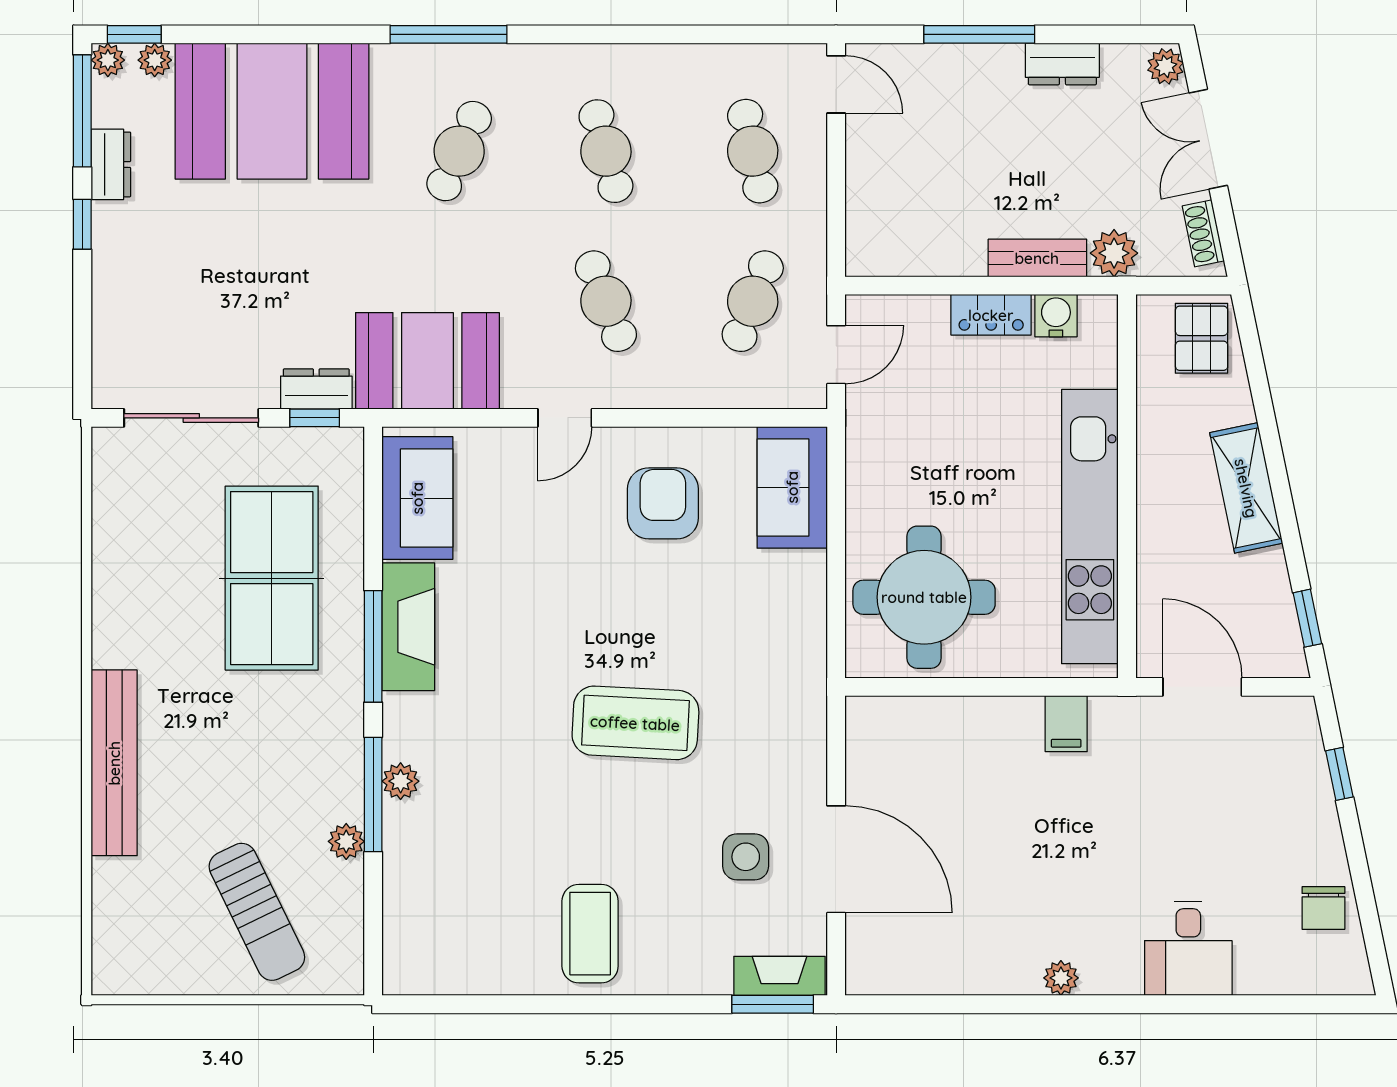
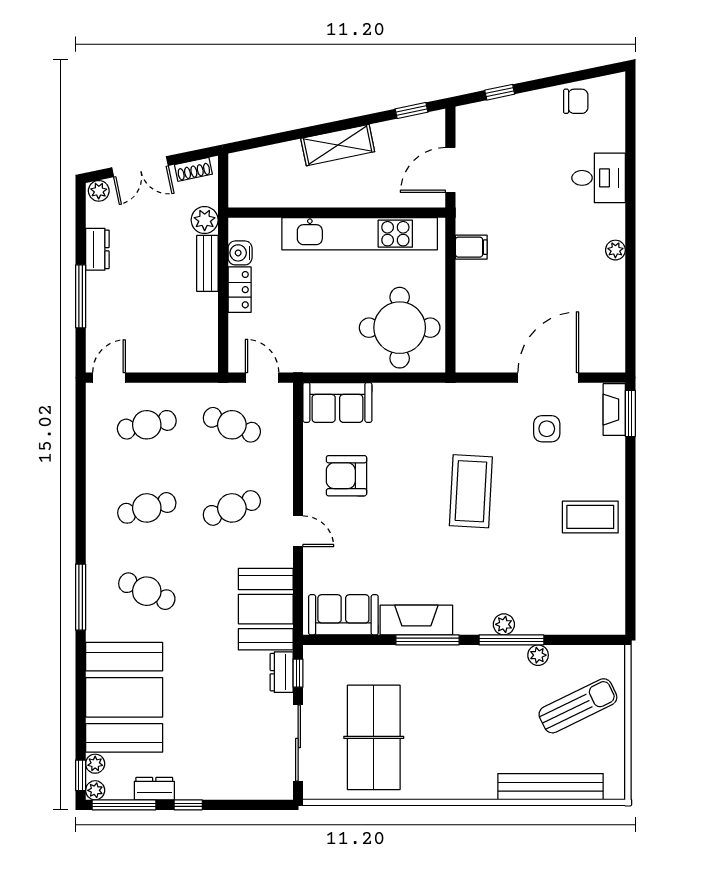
pallet: (1202, 338) -> (253, 170), removed
table tennis table: (272, 578) -> (374, 737), moved, turned 90
bench: (114, 763) -> (551, 787), moved

